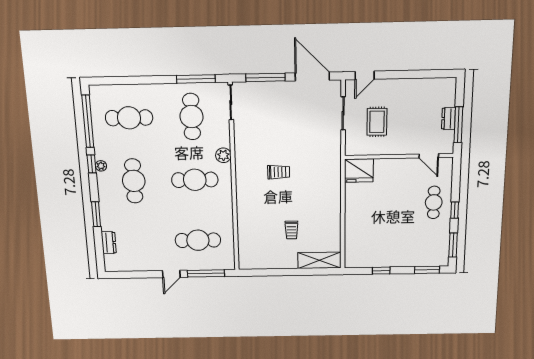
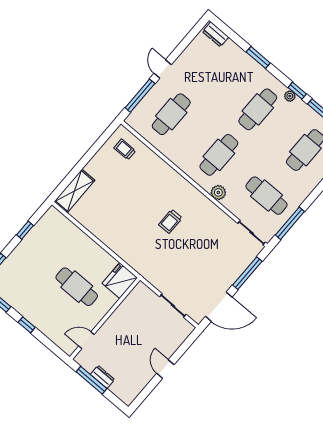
door: (365, 75) -> (165, 369), moved
rug: (377, 122) -> (145, 324), removed
cafe table: (134, 181) -> (258, 109), turned 90
cafe table: (434, 202) -> (77, 287), moved, width x1.37, depth x1.35
trolley: (291, 230) -> (125, 149), moved
dresser: (109, 243) -> (216, 34), moved

